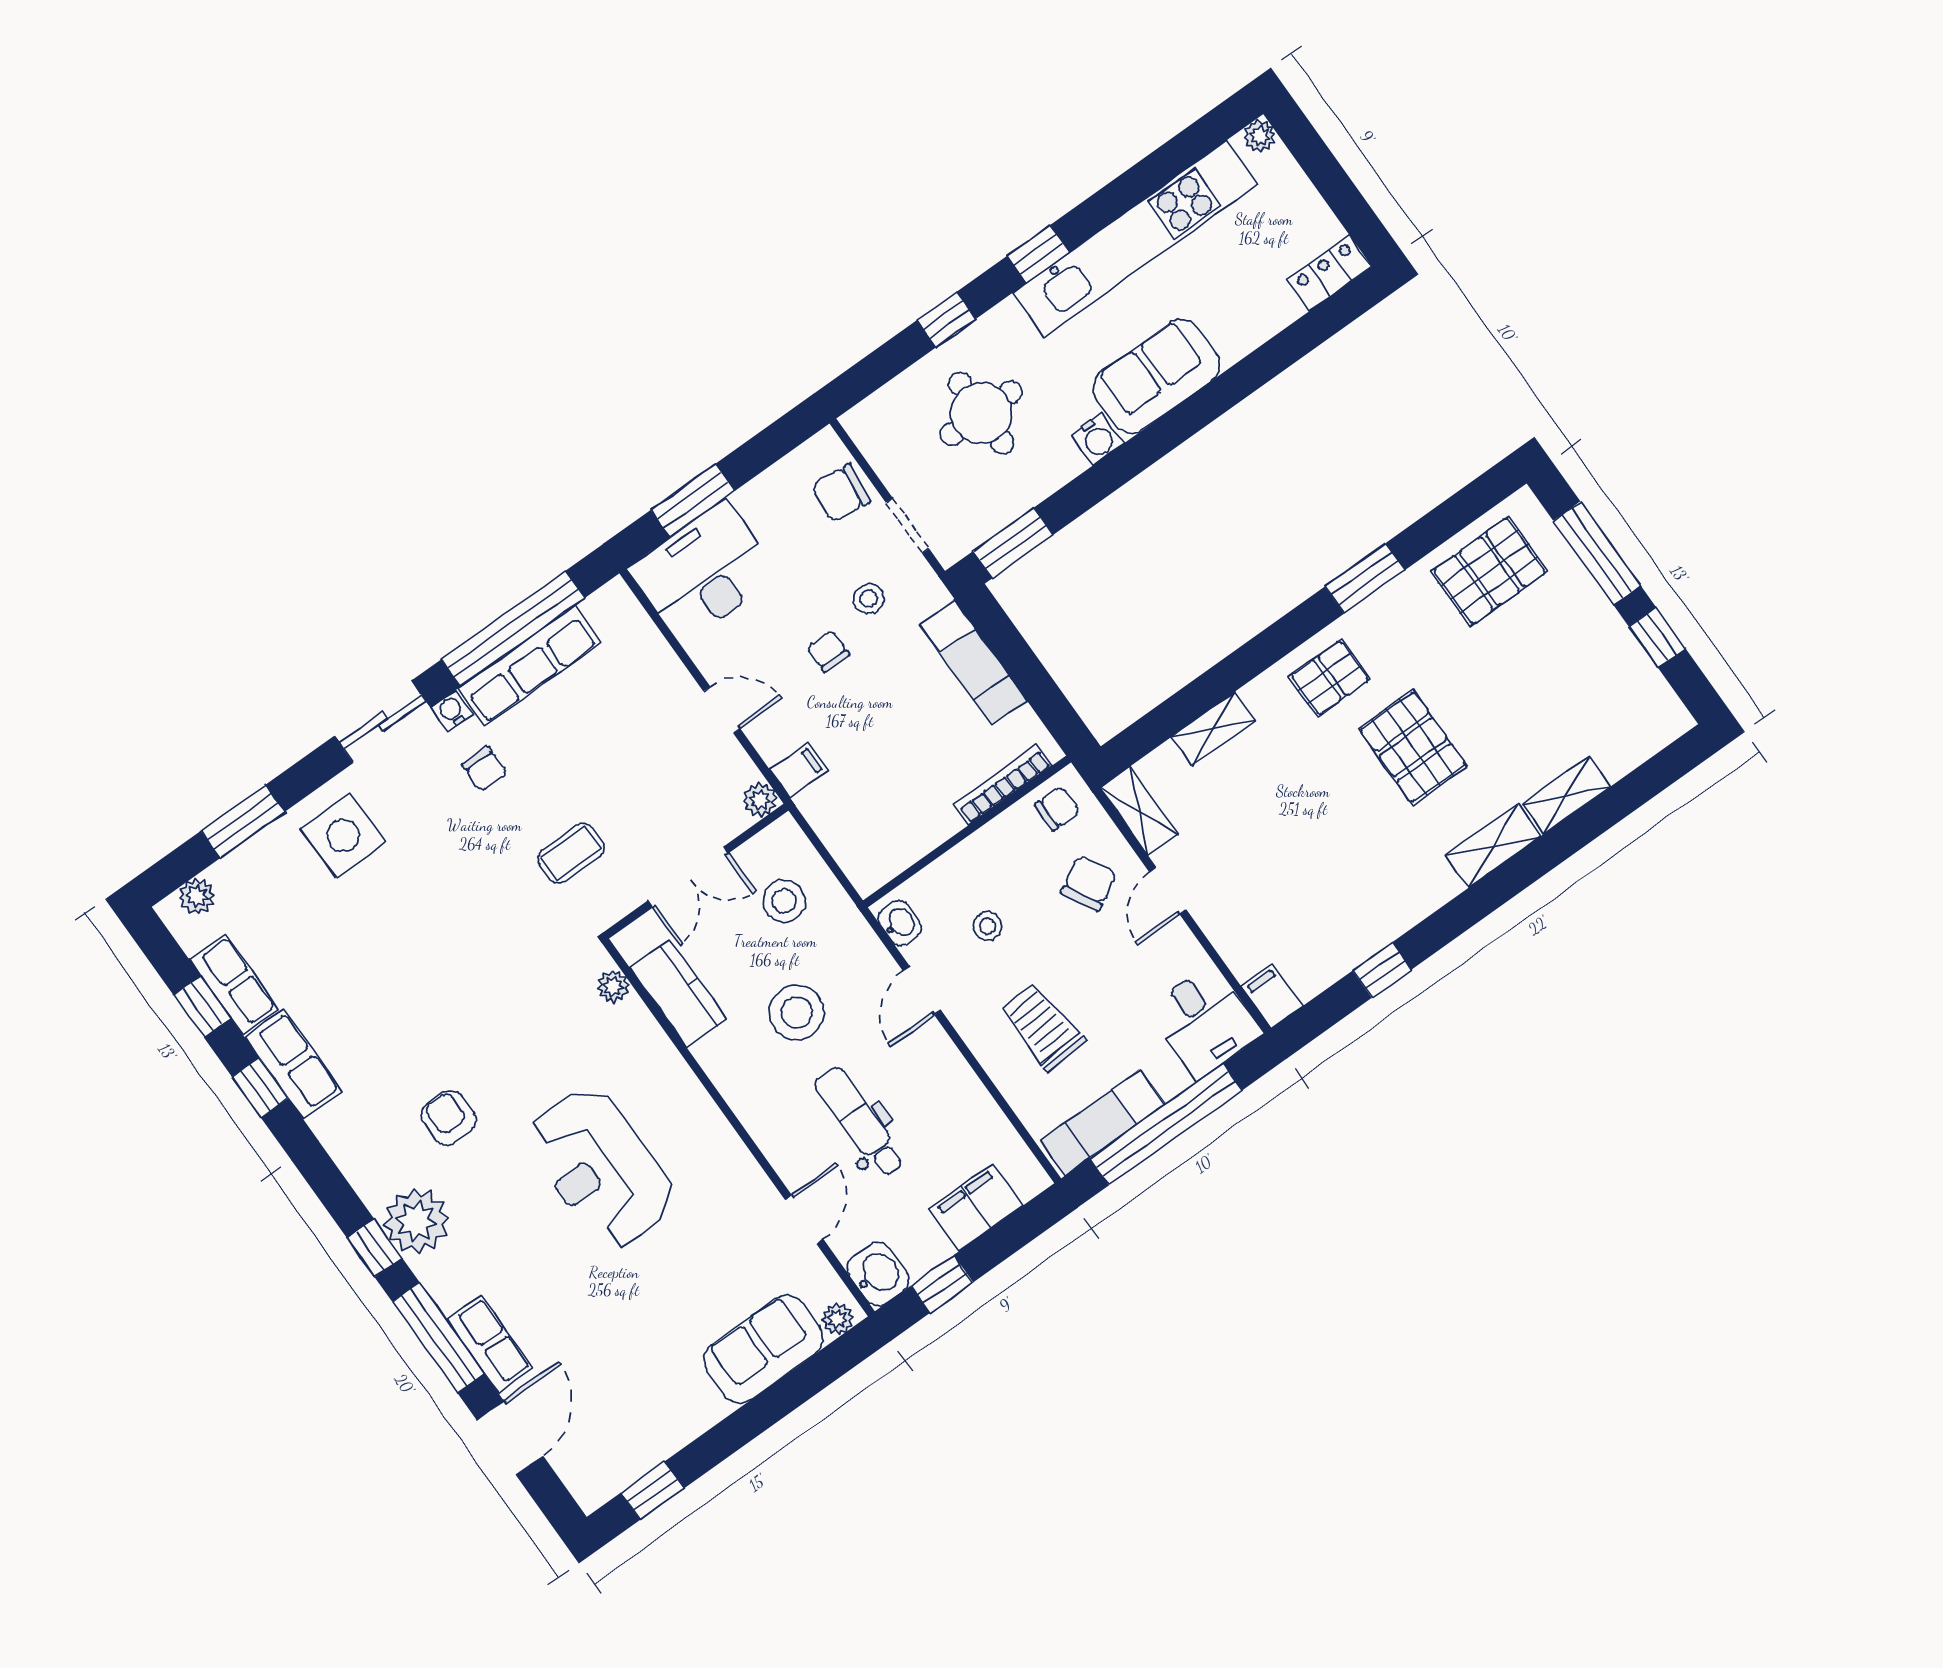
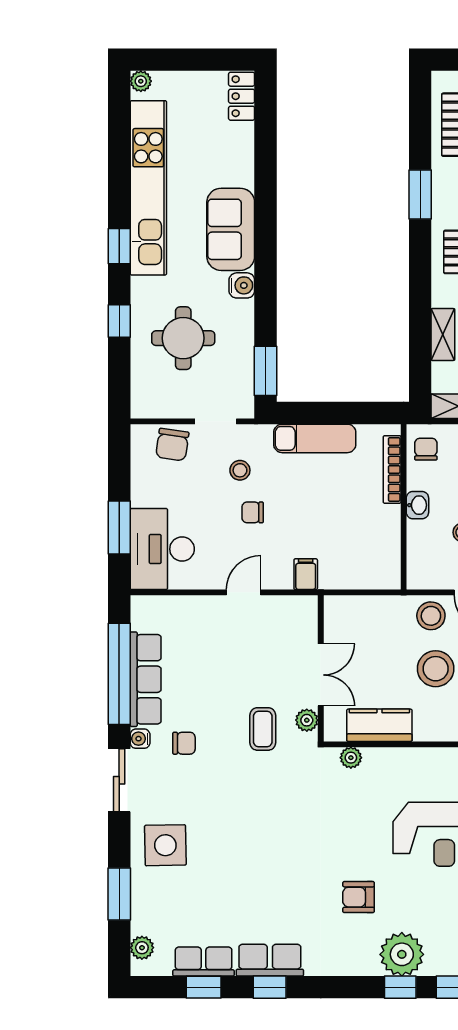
plant: (760, 800) -> (307, 720), moved
stool: (784, 901) -> (431, 616), moved
washbasin: (900, 923) -> (417, 505), moved, turned 90

